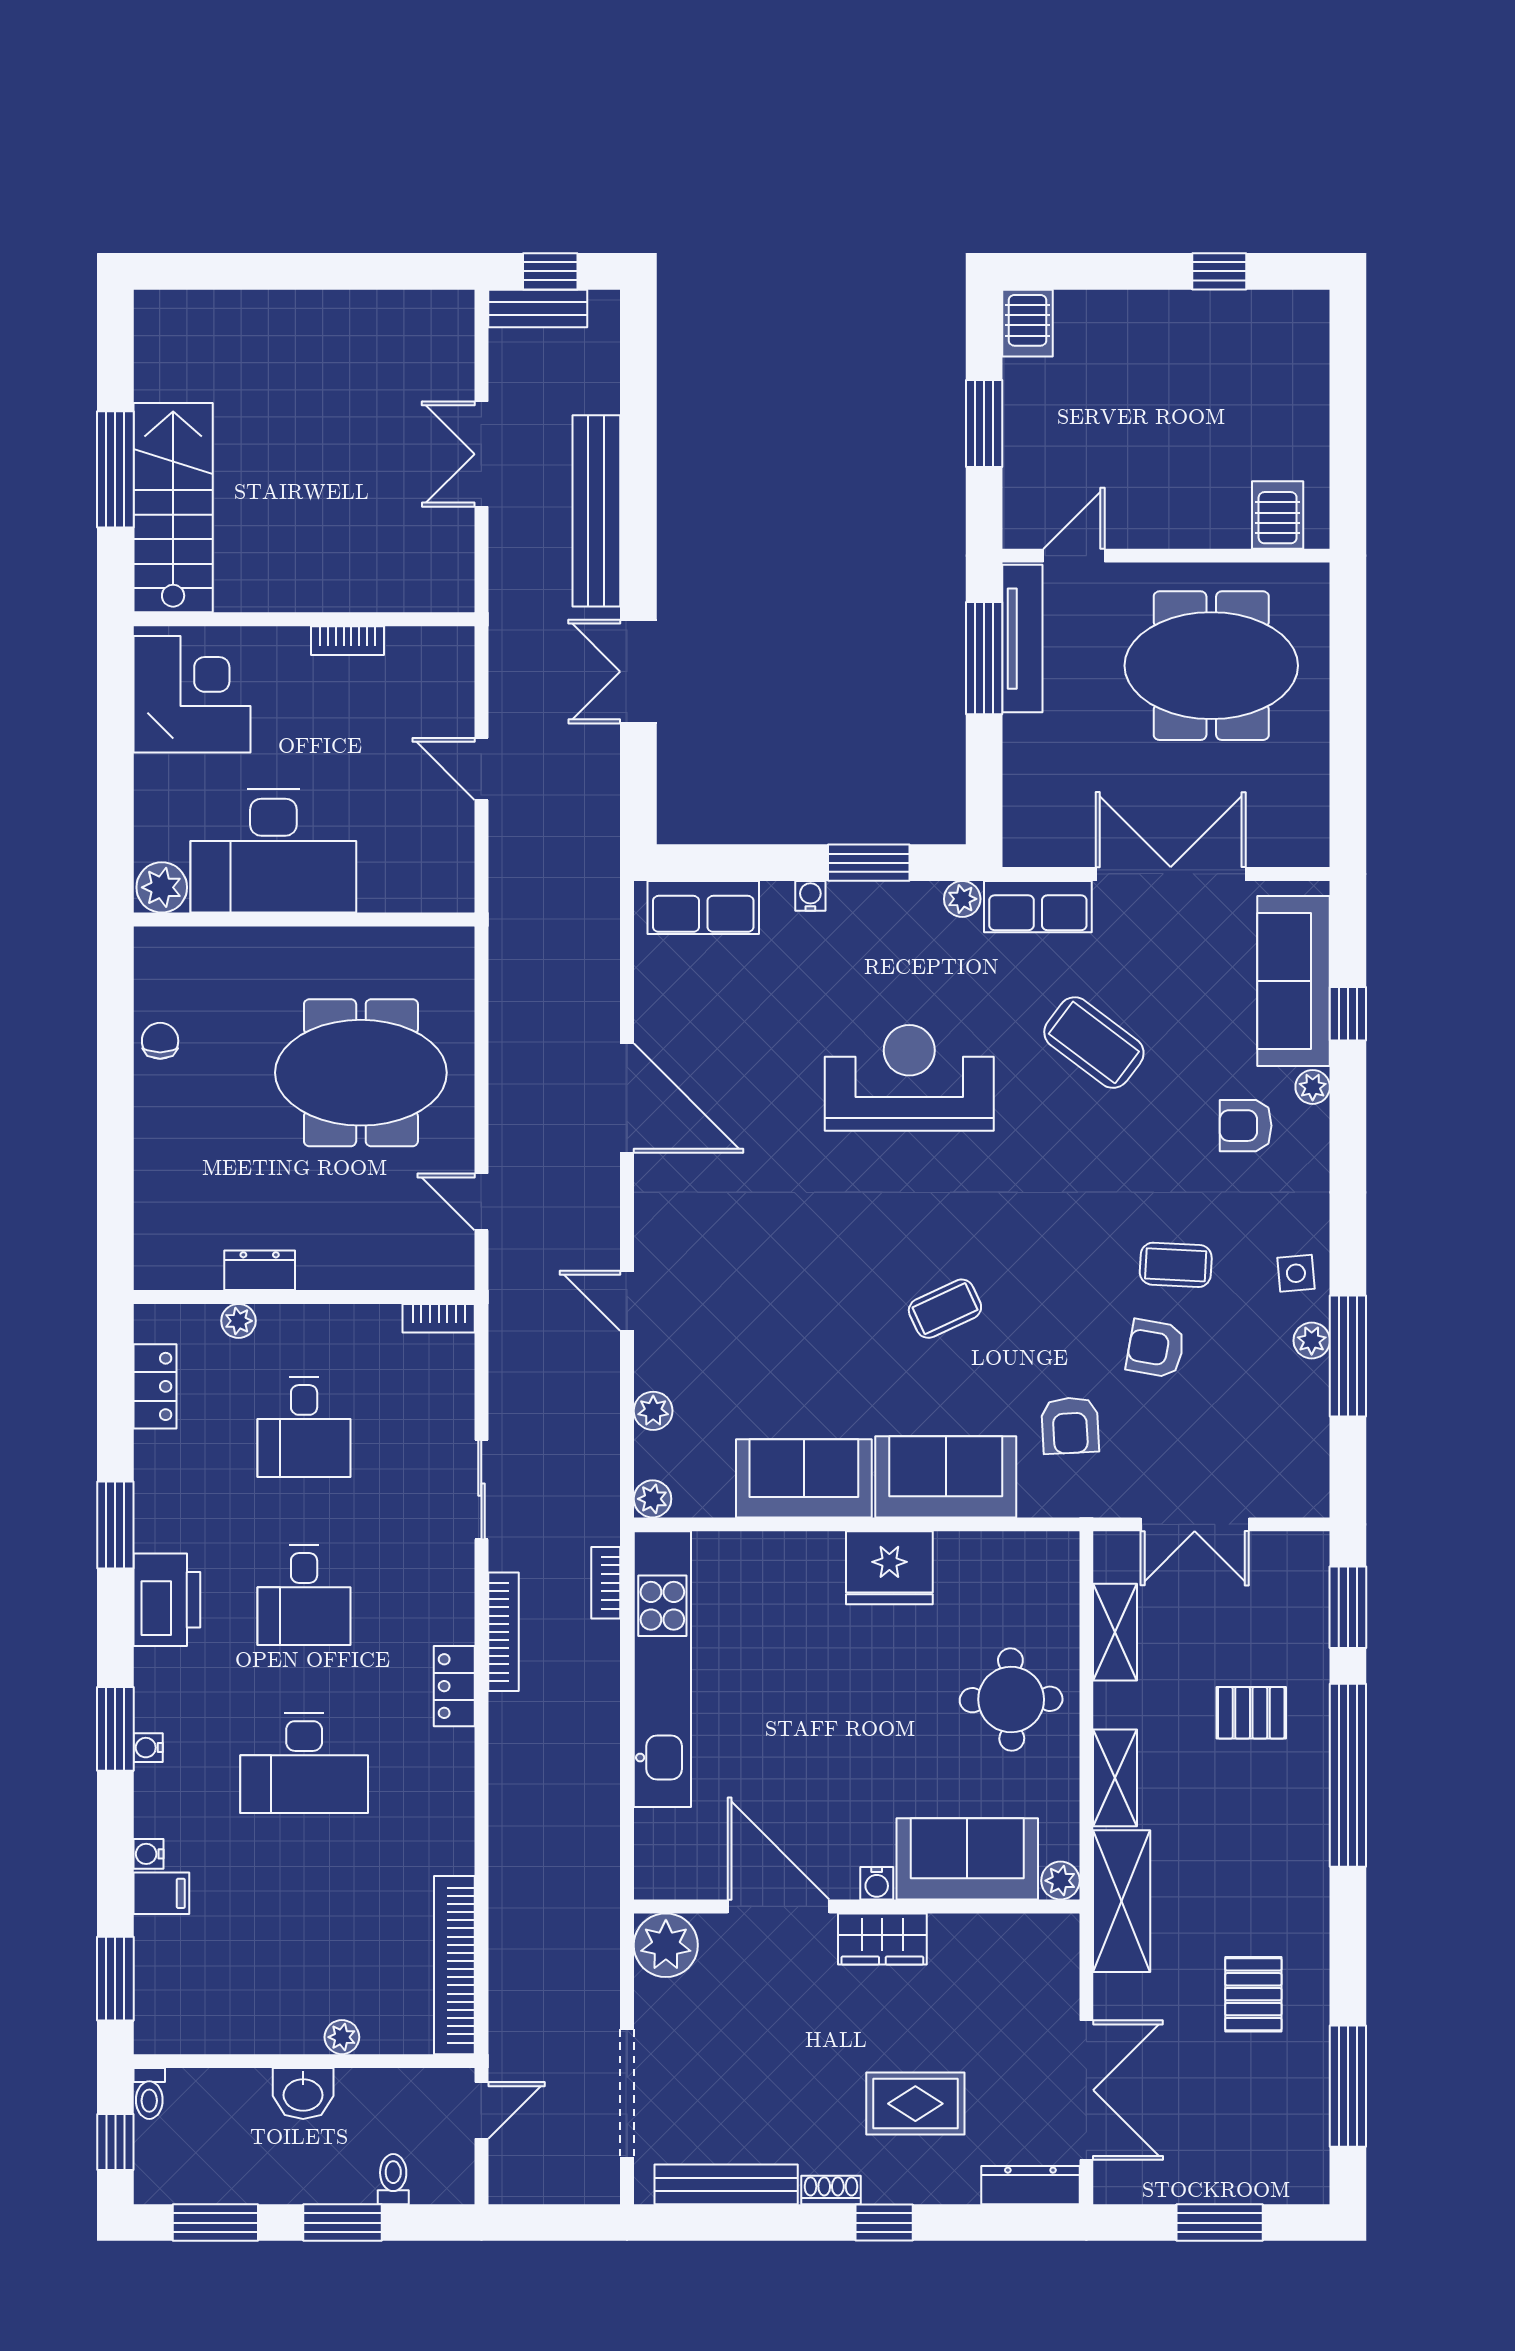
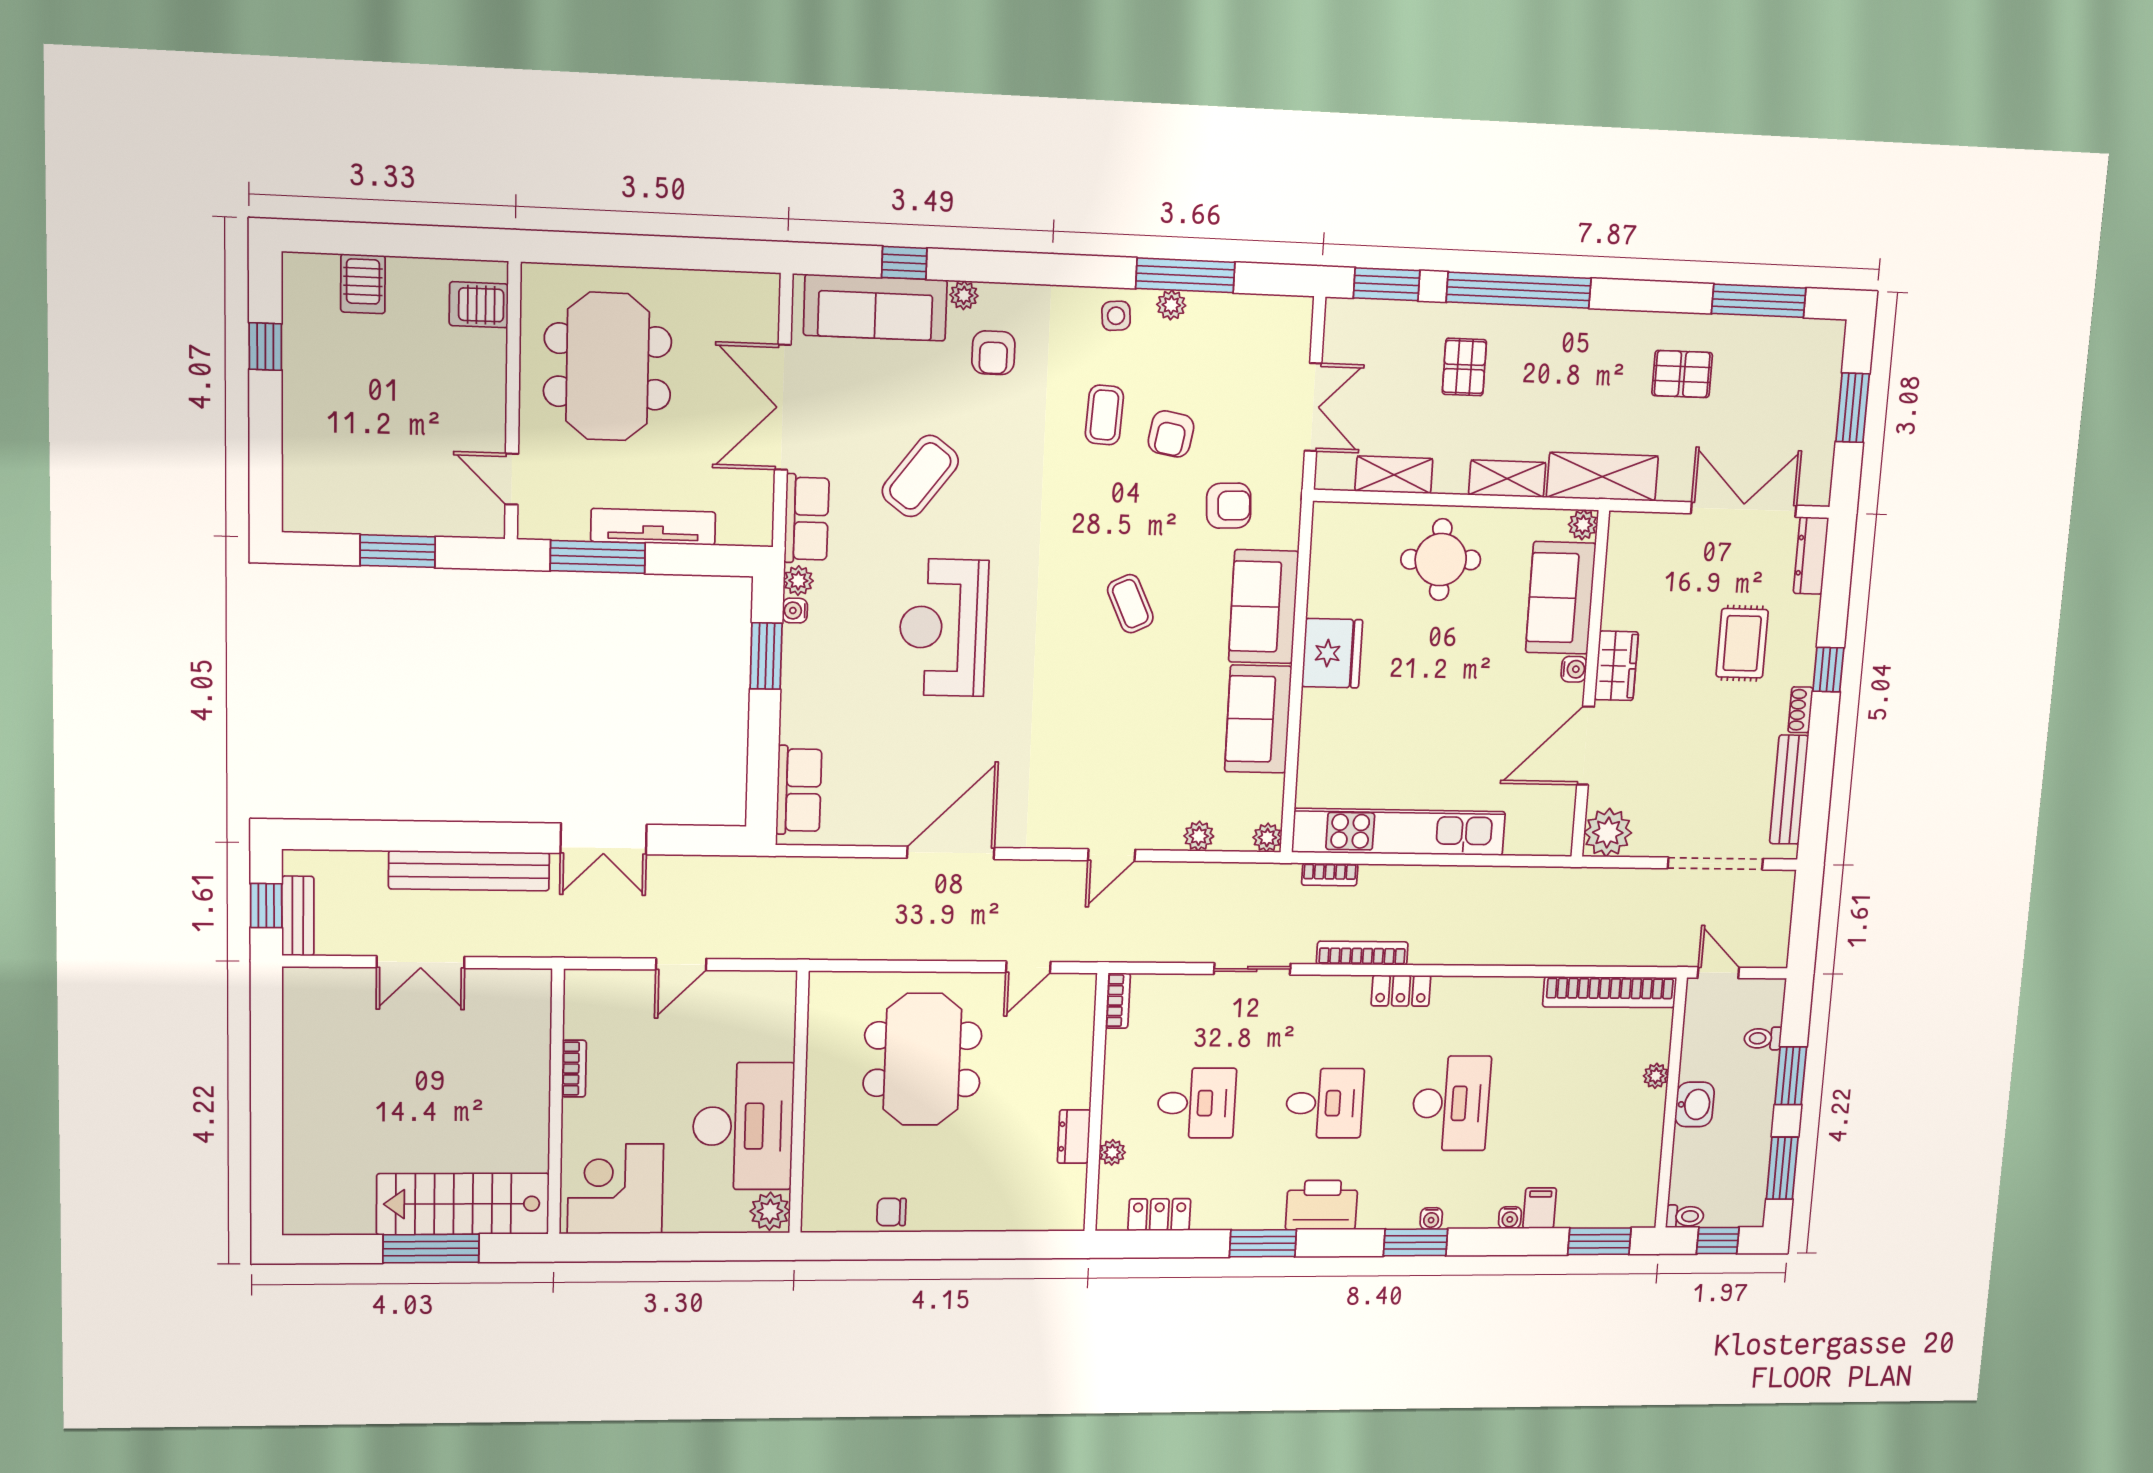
server rack: (1027, 323) -> (363, 284), moved, turned 90
tv unit: (1022, 639) -> (653, 527), moved
water cooler: (810, 896) -> (795, 611), moved

